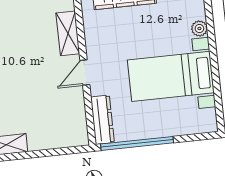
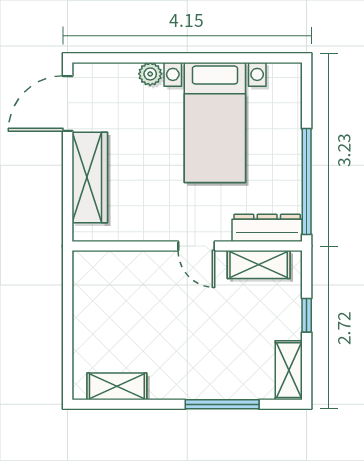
shelving: (68, 33) -> (259, 265), moved
window: (45, 153) -> (307, 315), added

